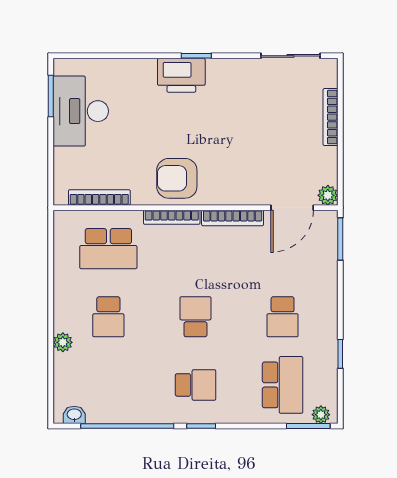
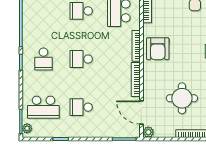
round table: (266, 134) -> (182, 98), added
armchair: (177, 178) -> (158, 49), turned 180
school desk: (195, 317) -> (81, 59), turned 180

